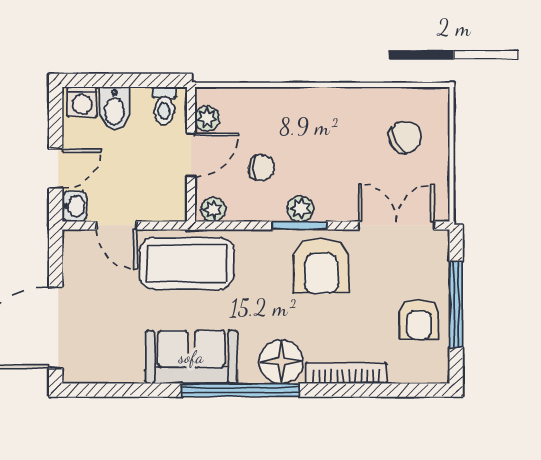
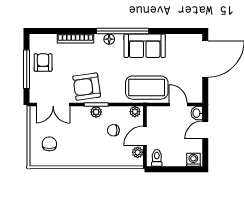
bidet: (114, 108) -> (179, 157), removed
chair: (405, 137) -> (49, 144), turned 119
armchair: (321, 266) -> (87, 87), turned -98
floor lamp: (281, 362) -> (109, 39), width x0.53, depth x0.53

